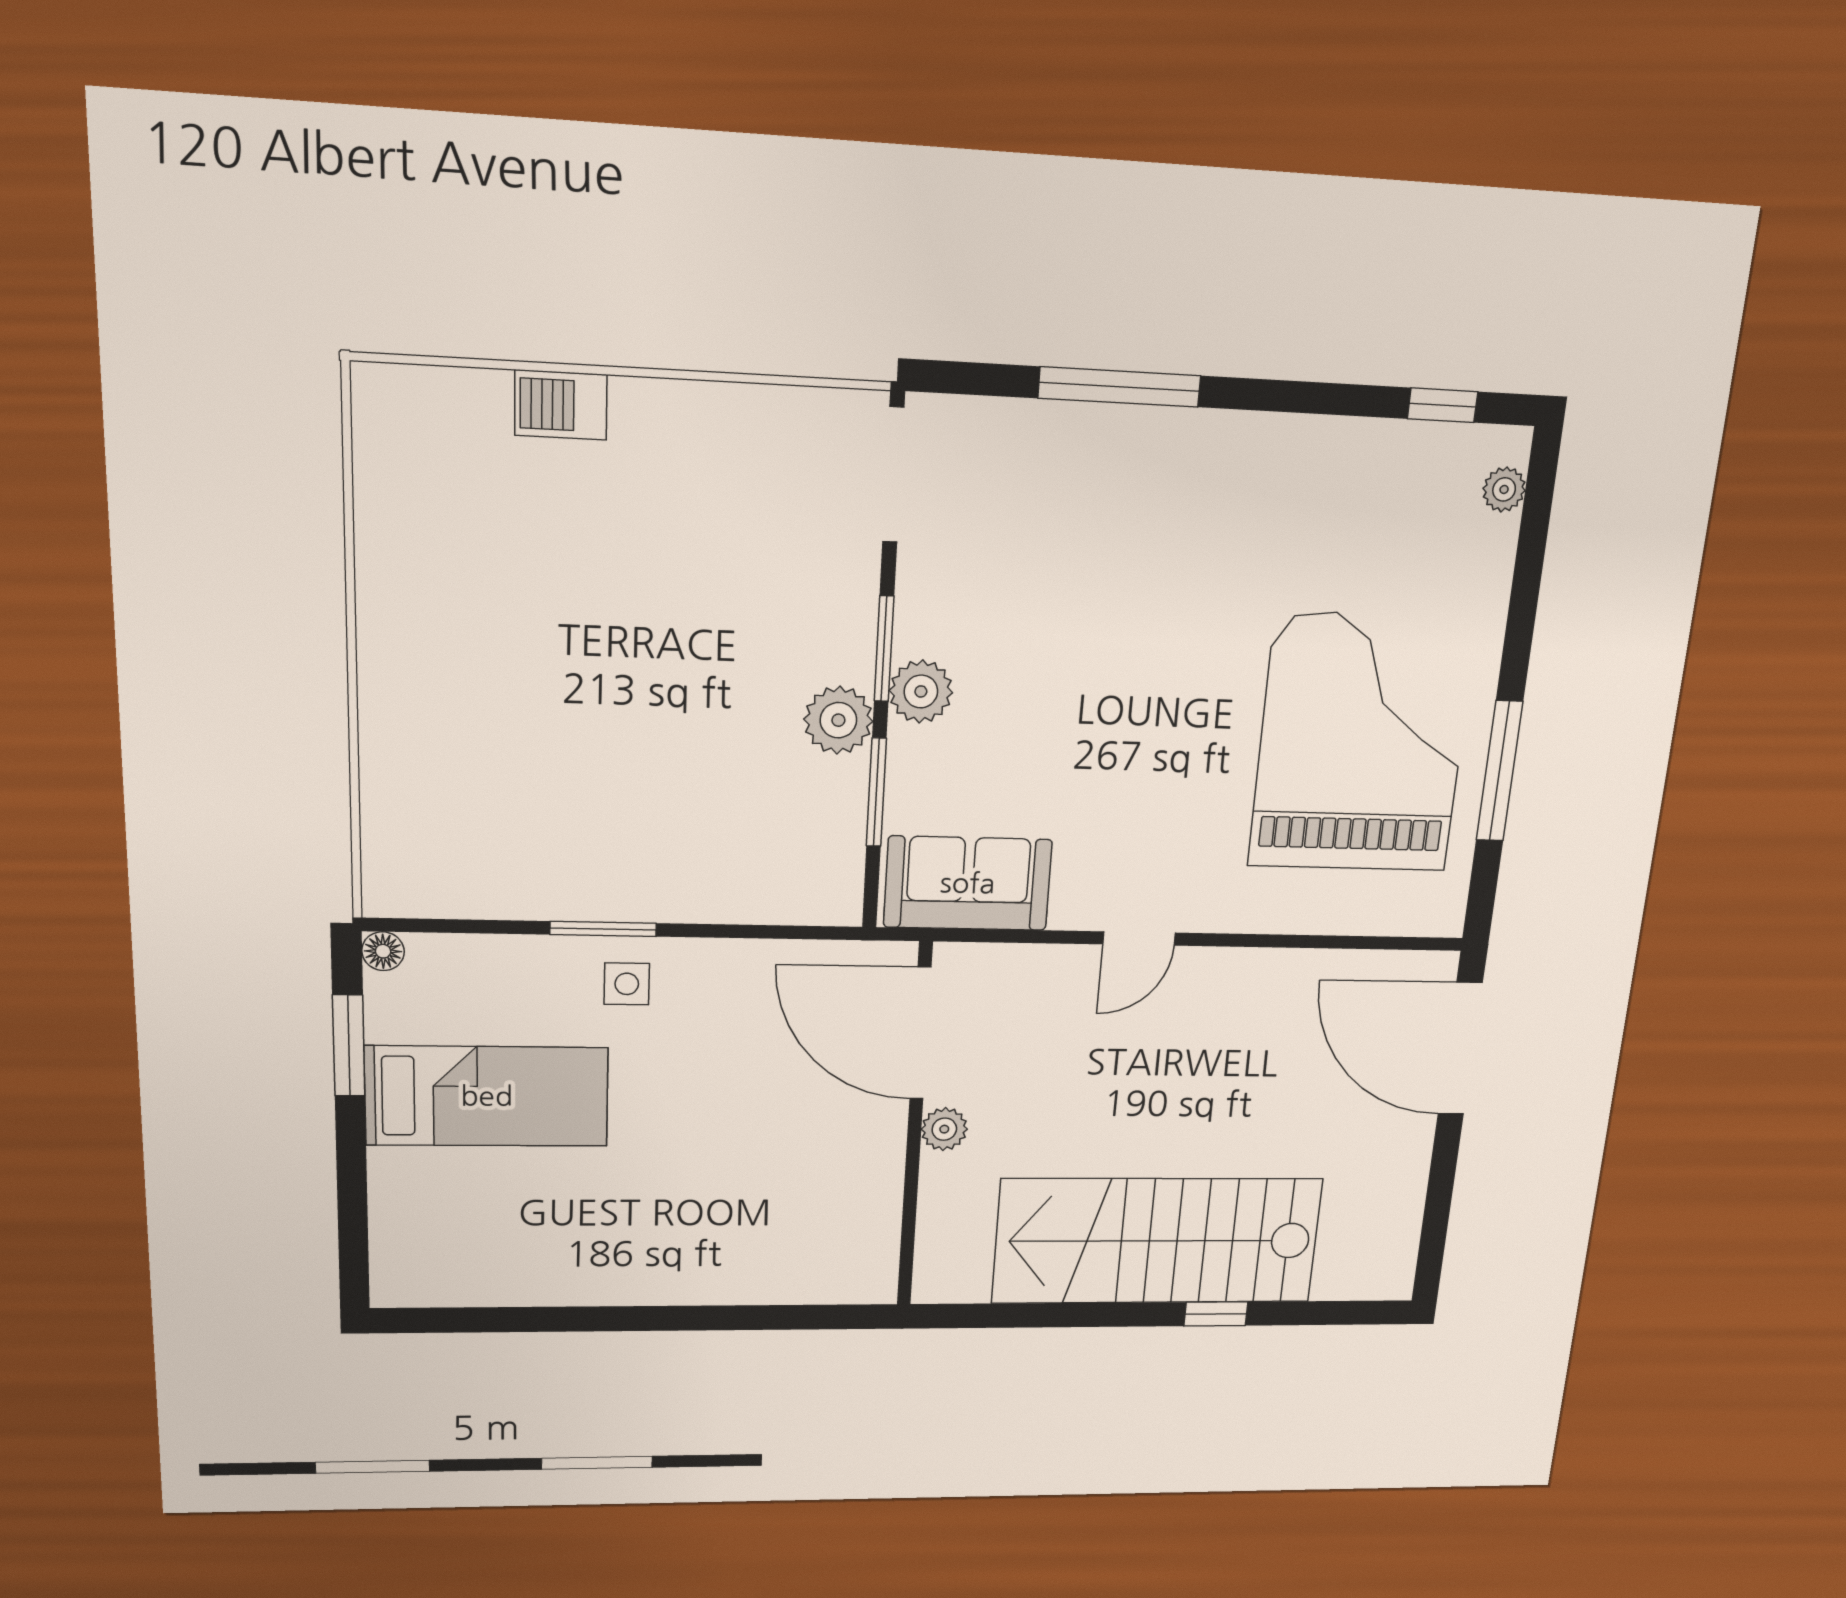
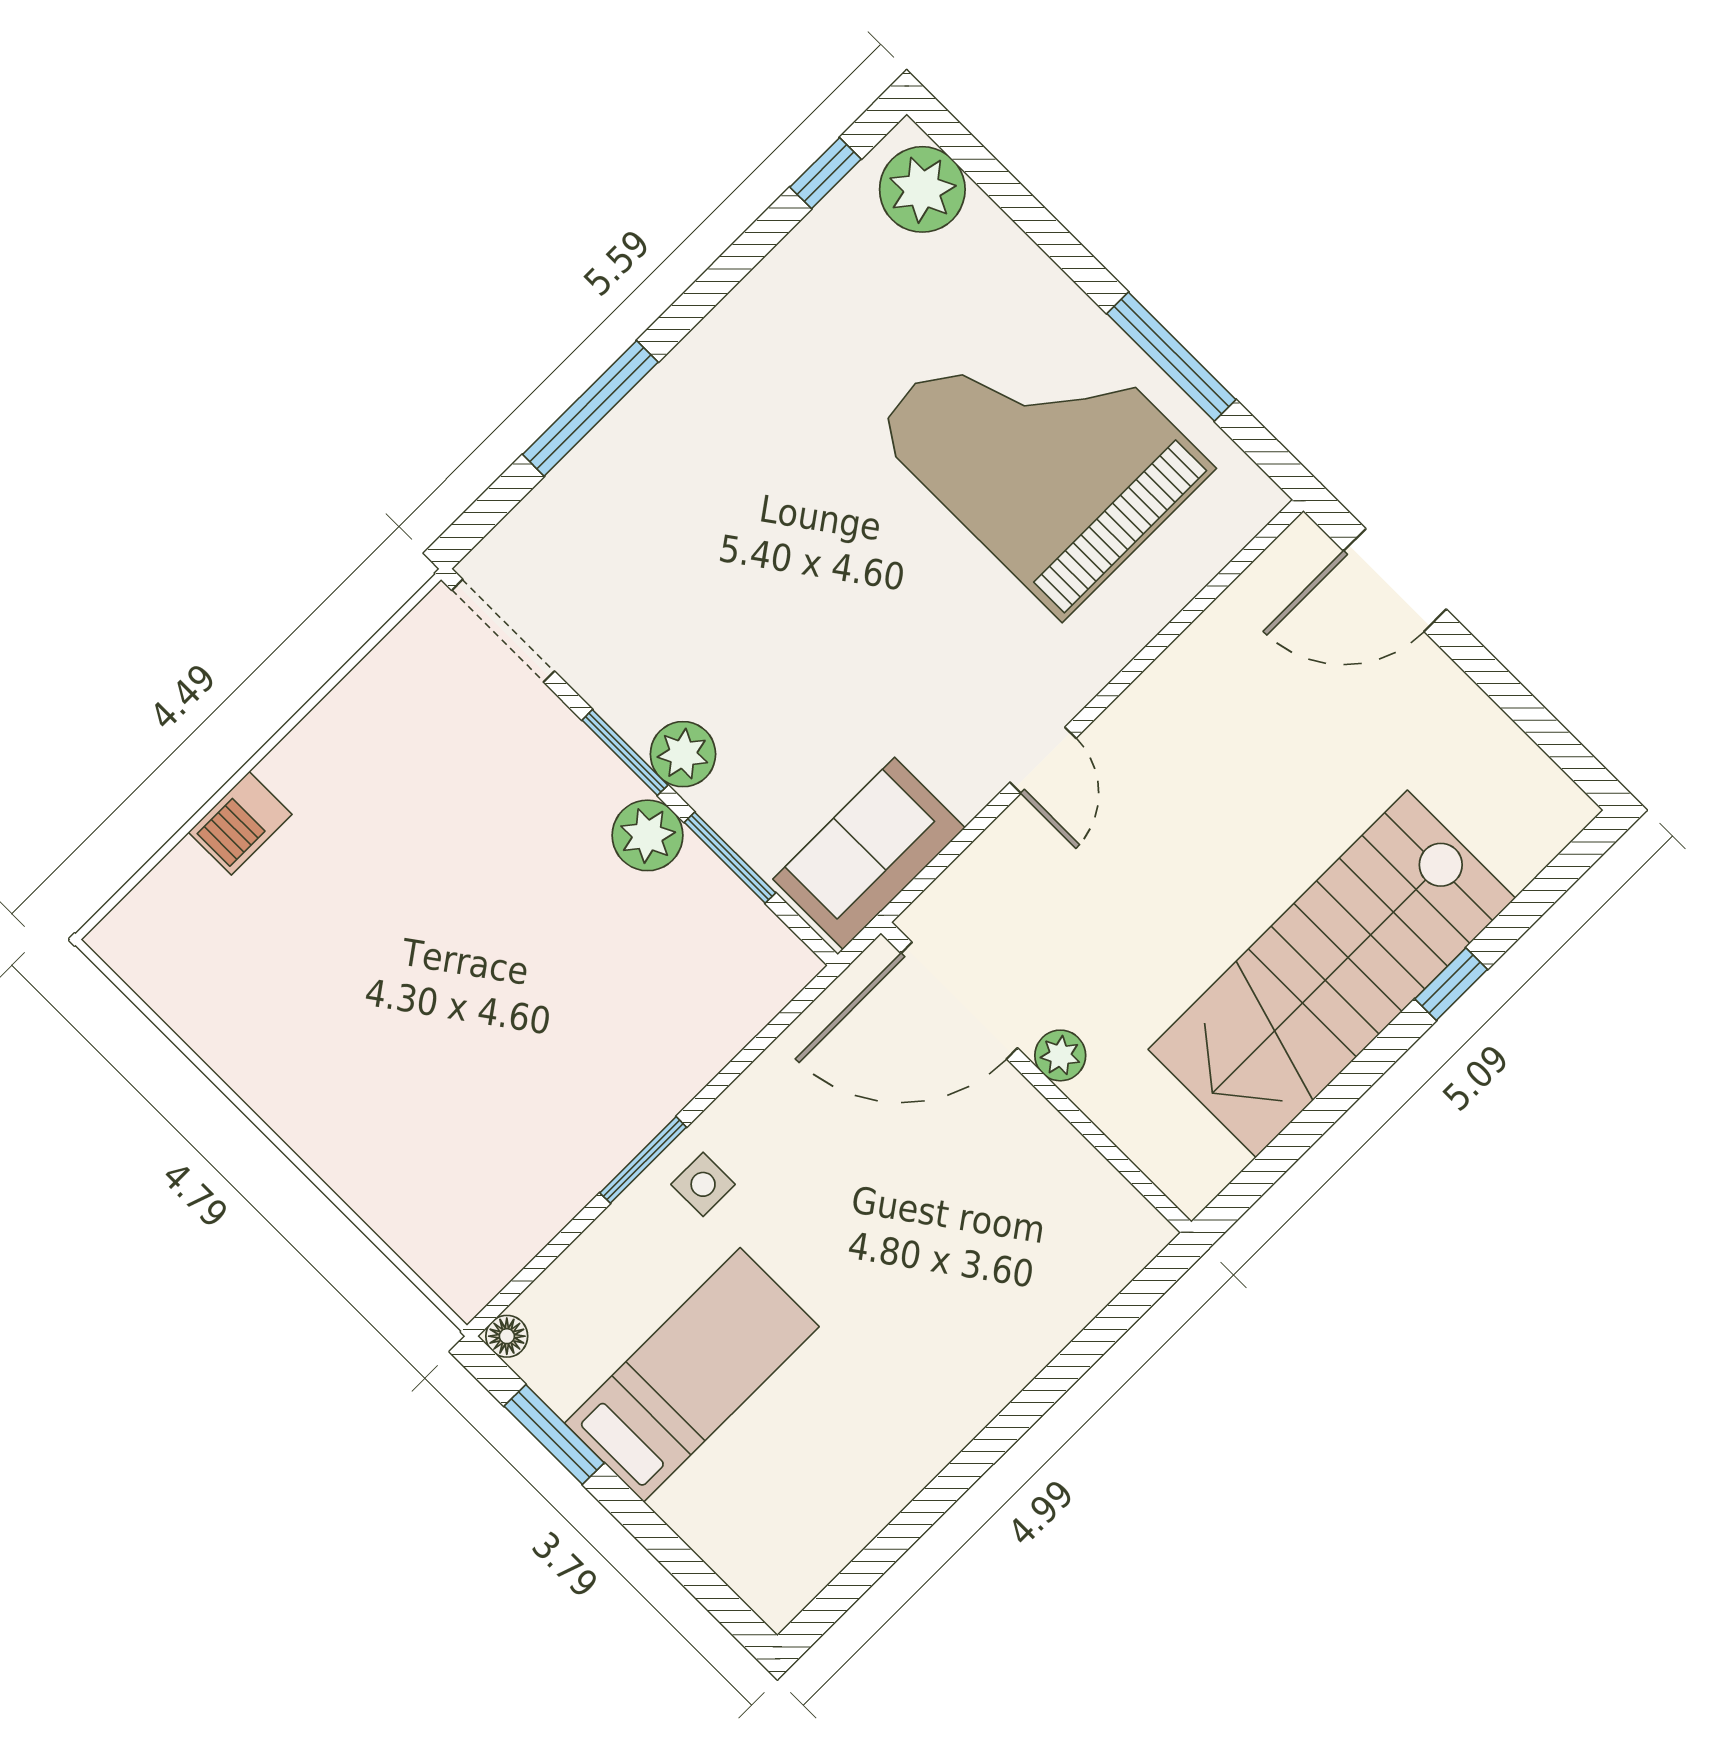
plant: (1504, 489) -> (922, 189), width x1.87, depth x1.87
door: (1460, 1049) -> (1395, 580), width x0.73

